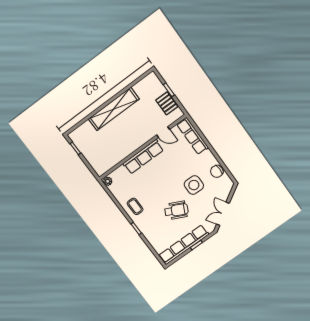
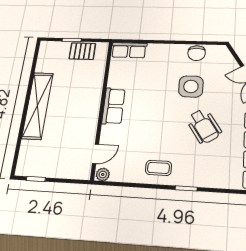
door: (163, 132) -> (96, 154), moved
row of seats: (193, 136) -> (129, 50), width x0.68
row of seats: (143, 157) -> (113, 106), width x0.68
wheelchair: (176, 210) -> (204, 126), turned 121

